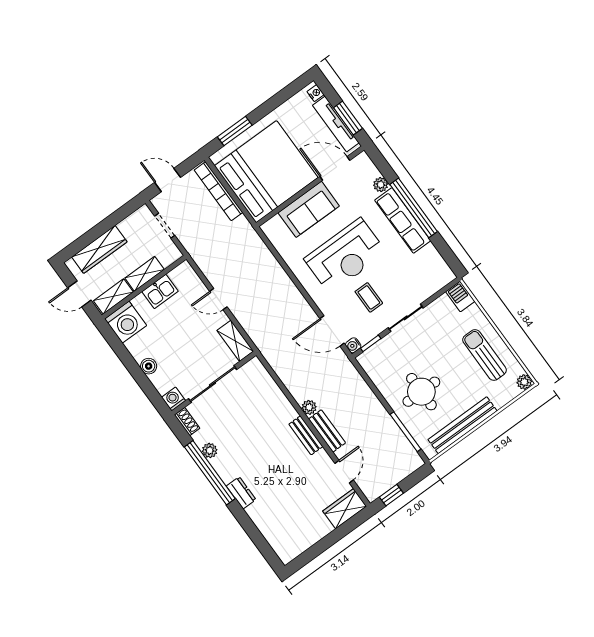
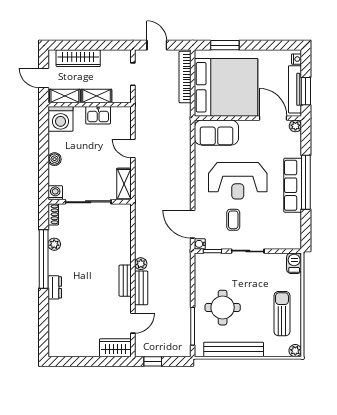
plant: (381, 185) -> (295, 126), moved
sofa: (309, 209) -> (216, 133), moved

